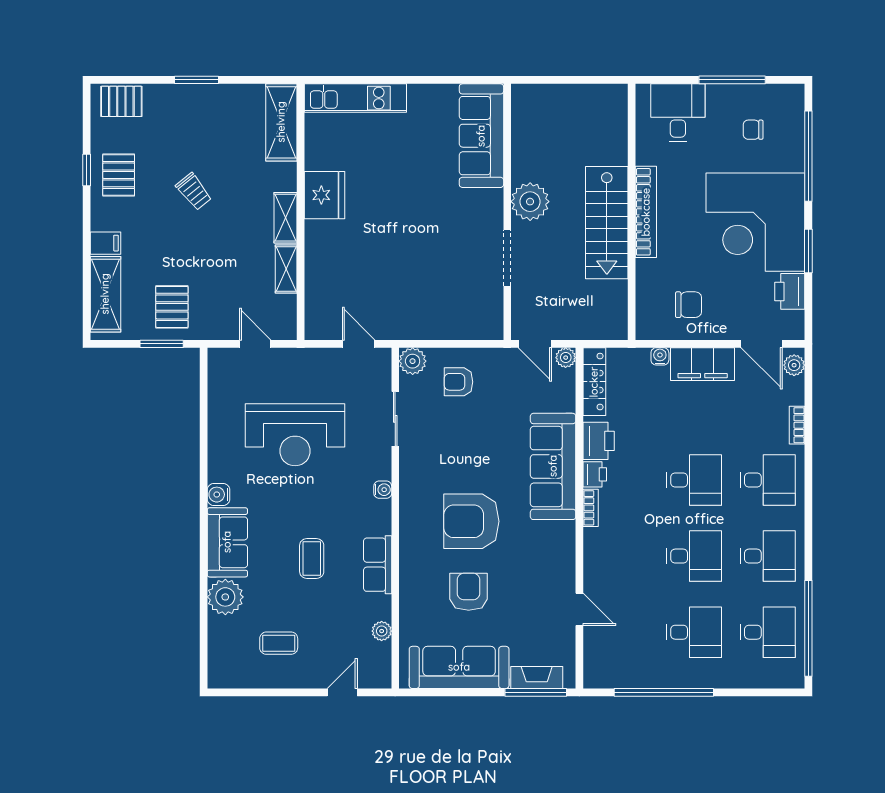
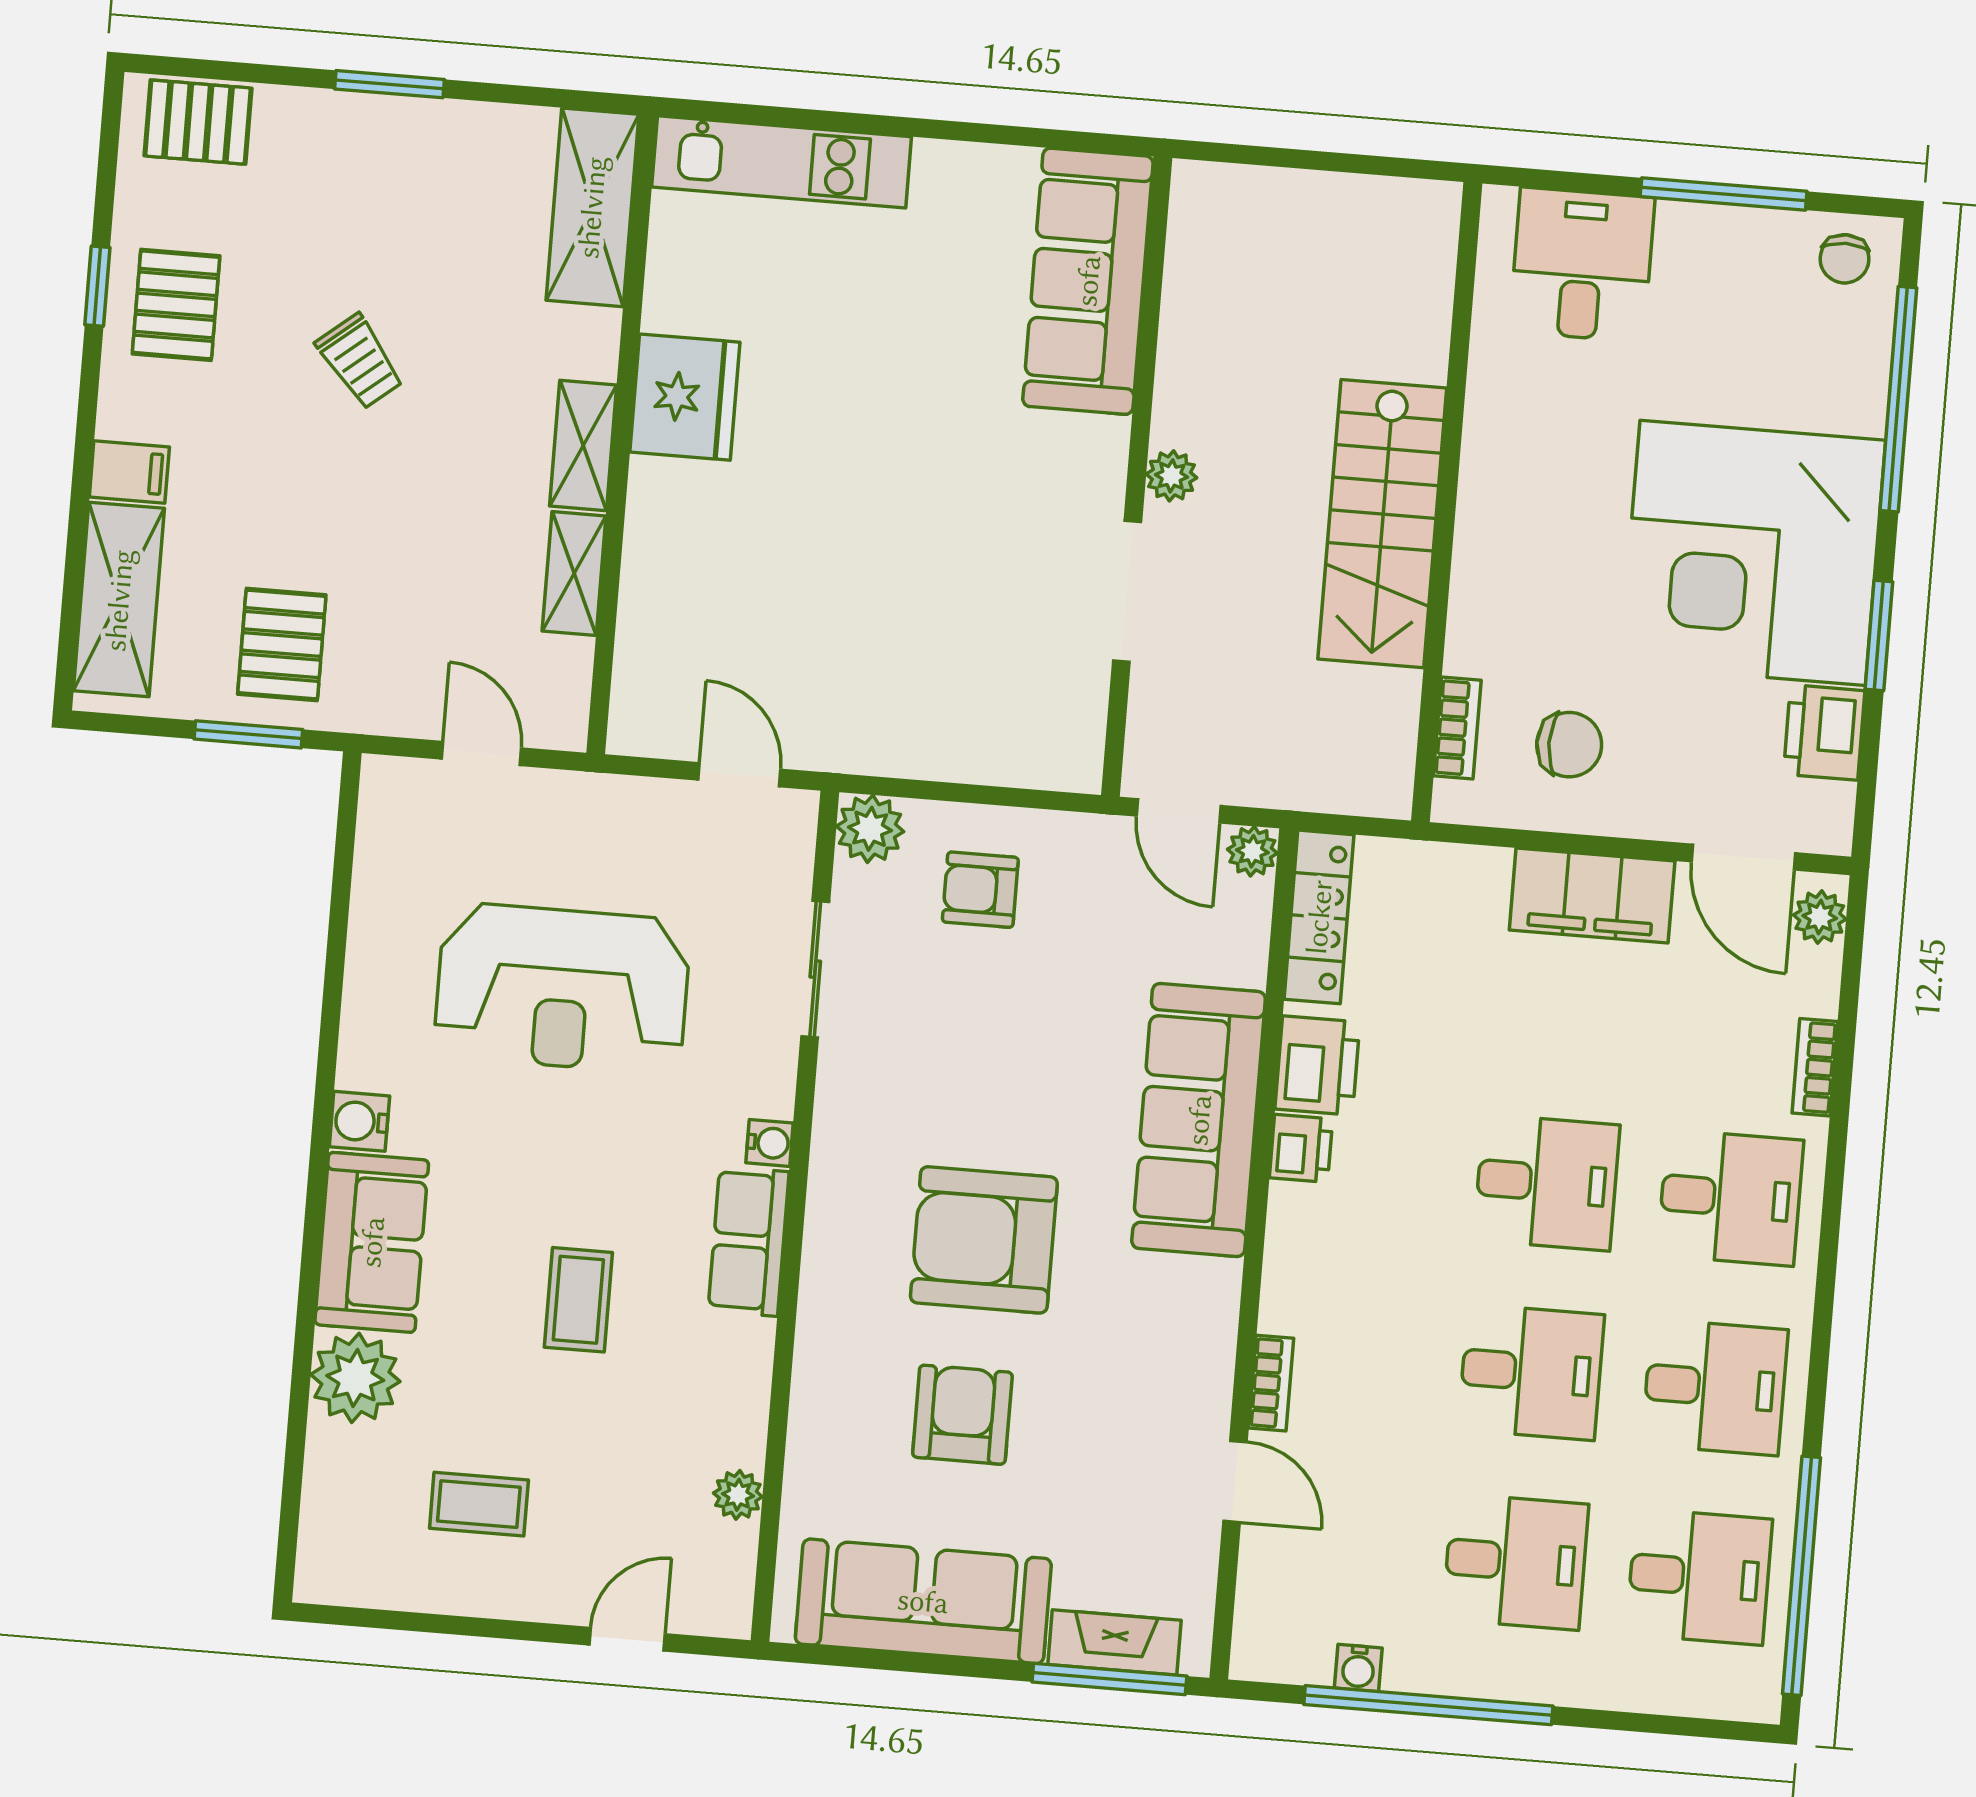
chair: (753, 130) -> (1845, 259), moved, turned -90
plant: (530, 202) -> (1171, 476), width x0.53, depth x0.53
bookcase: (646, 212) -> (1457, 728), moved, width x0.43, depth x0.76
water cooler: (660, 356) -> (1358, 1668), moved, turned 180
bookcase: (591, 508) -> (1271, 1383), moved
row of seats: (378, 565) -> (749, 1241), moved

